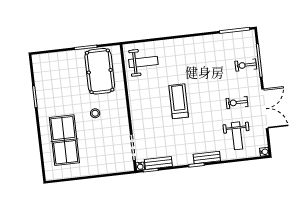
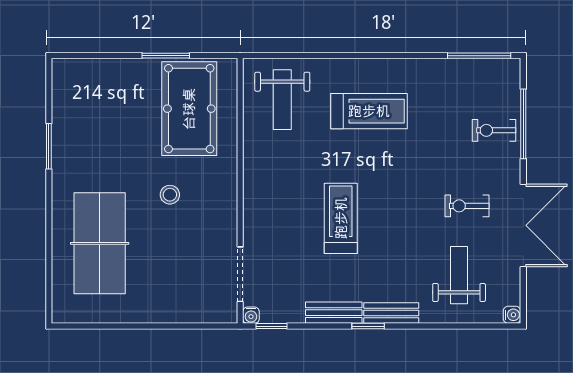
weight bench: (143, 62) -> (282, 100), turned 90
treadmill: (185, 63) -> (369, 111), added
treadmill: (179, 101) -> (341, 218), moved
weight bench: (237, 136) -> (459, 275), turned 180
bench: (158, 163) -> (334, 313), moved

